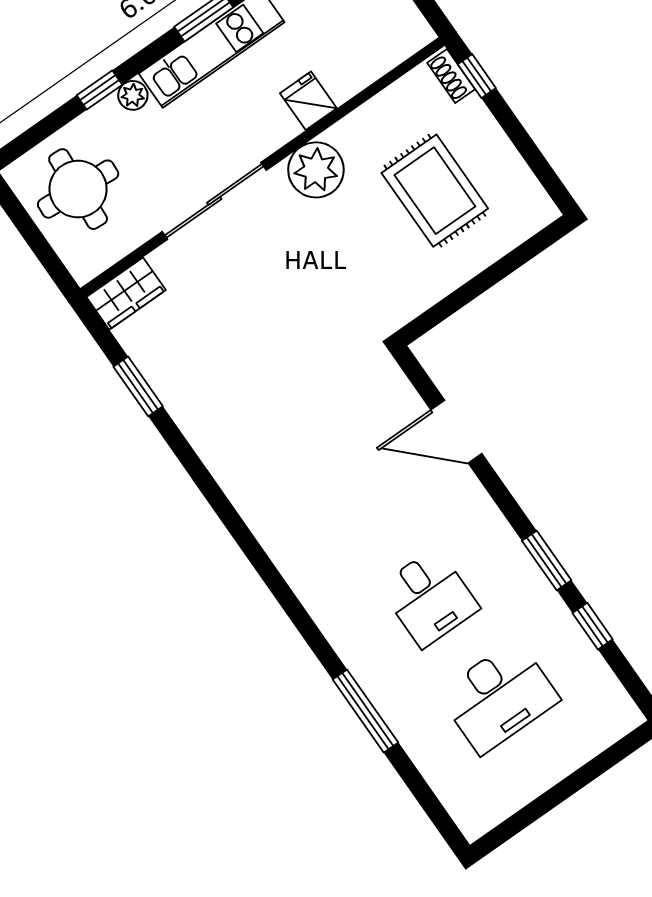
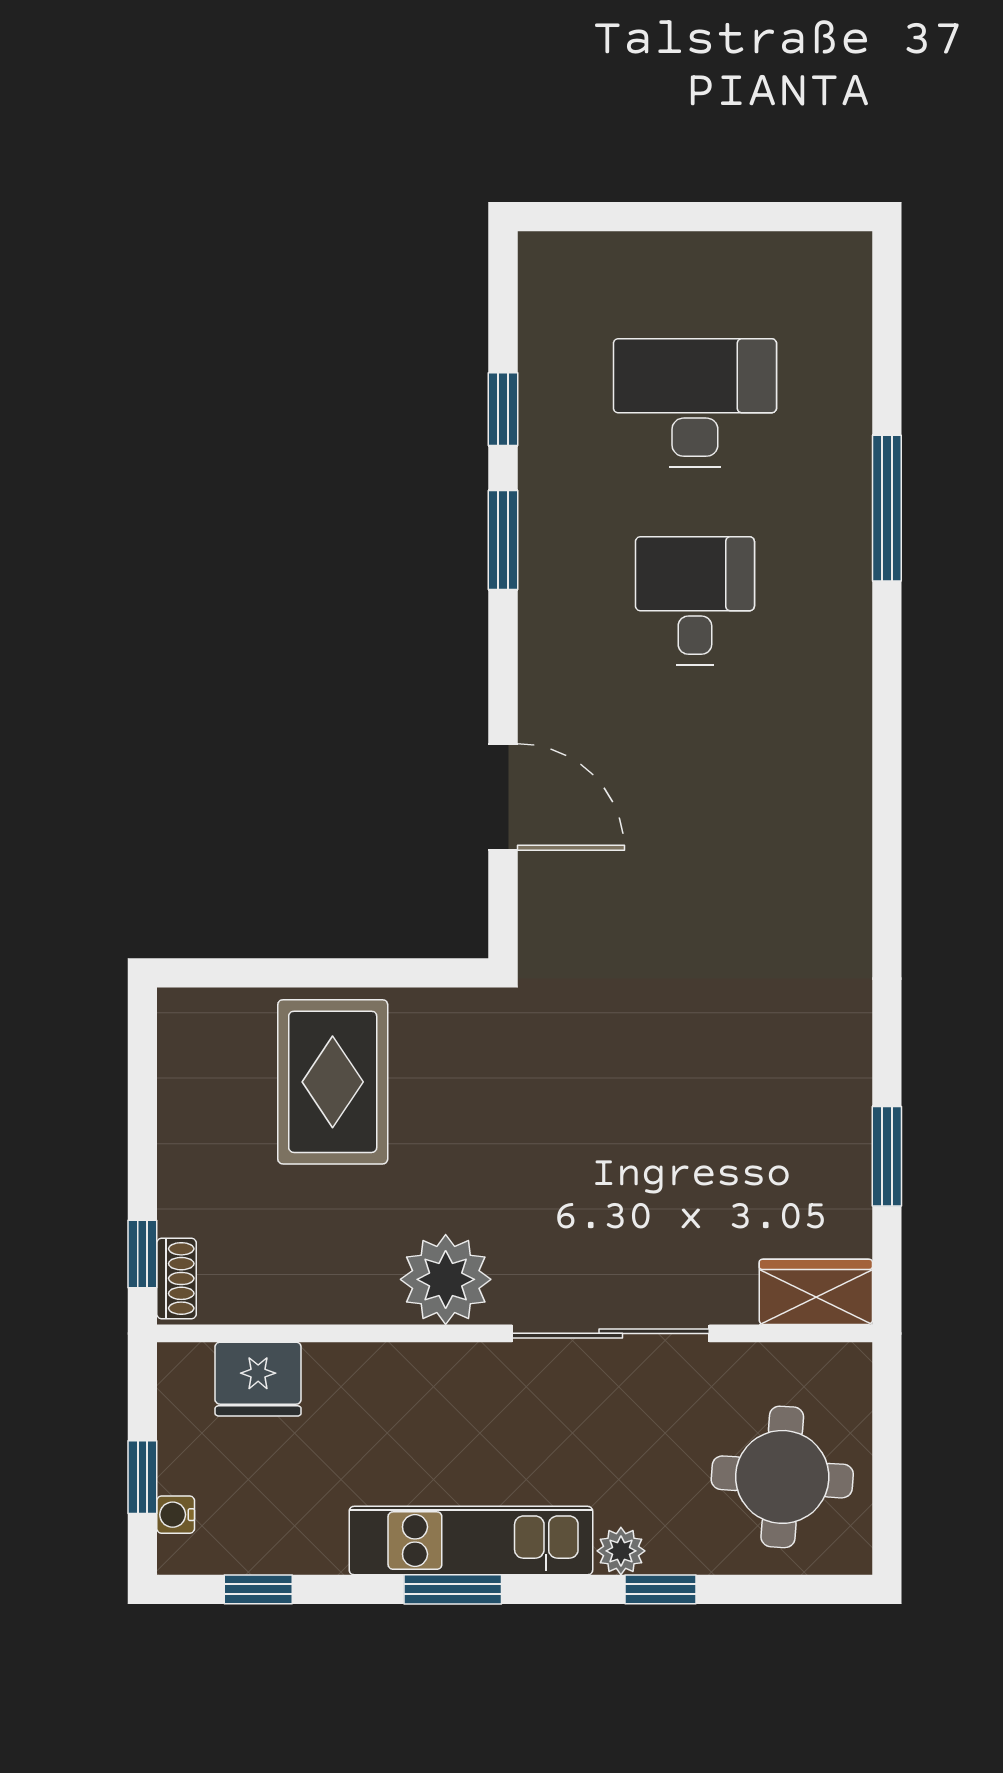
fridge: (308, 101) -> (258, 1379), moved, width x1.38
rug: (435, 191) -> (333, 1082), moved

